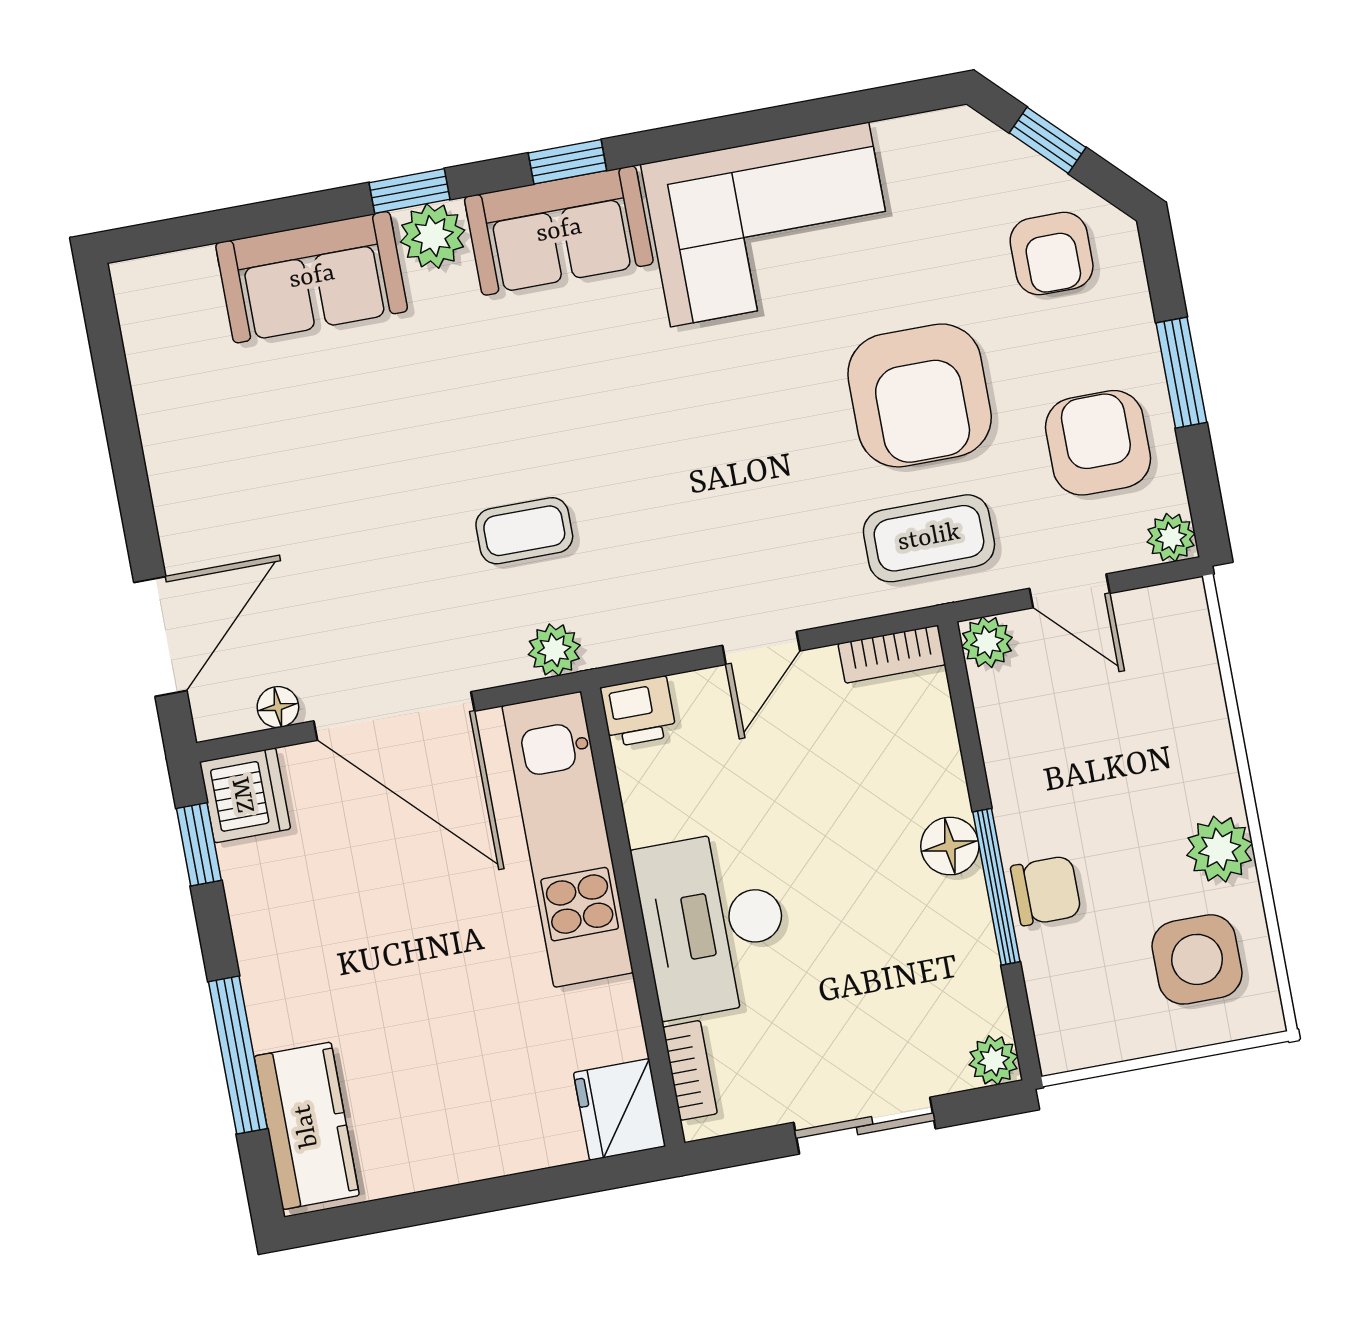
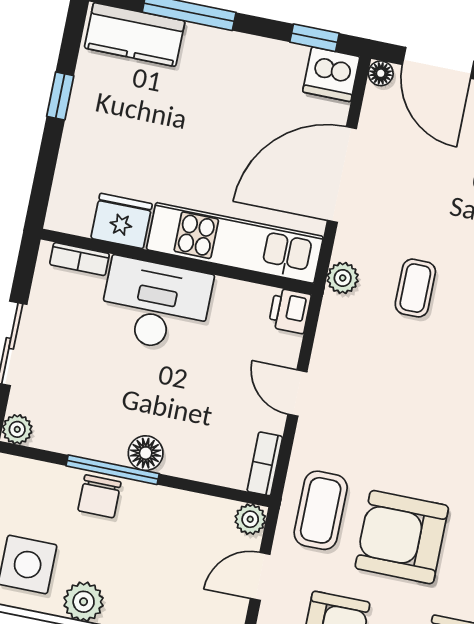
floor lamp: (278, 707) -> (381, 73), moved
fridge: (619, 1110) -> (122, 221), moved
window: (449, 1203) -> (60, 96), added

